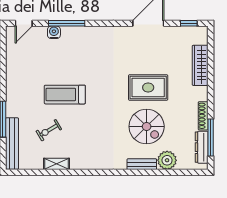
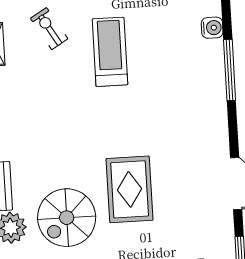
window: (67, 23) -> (230, 70), moved
spiral stairs: (147, 126) -> (67, 218), moved

